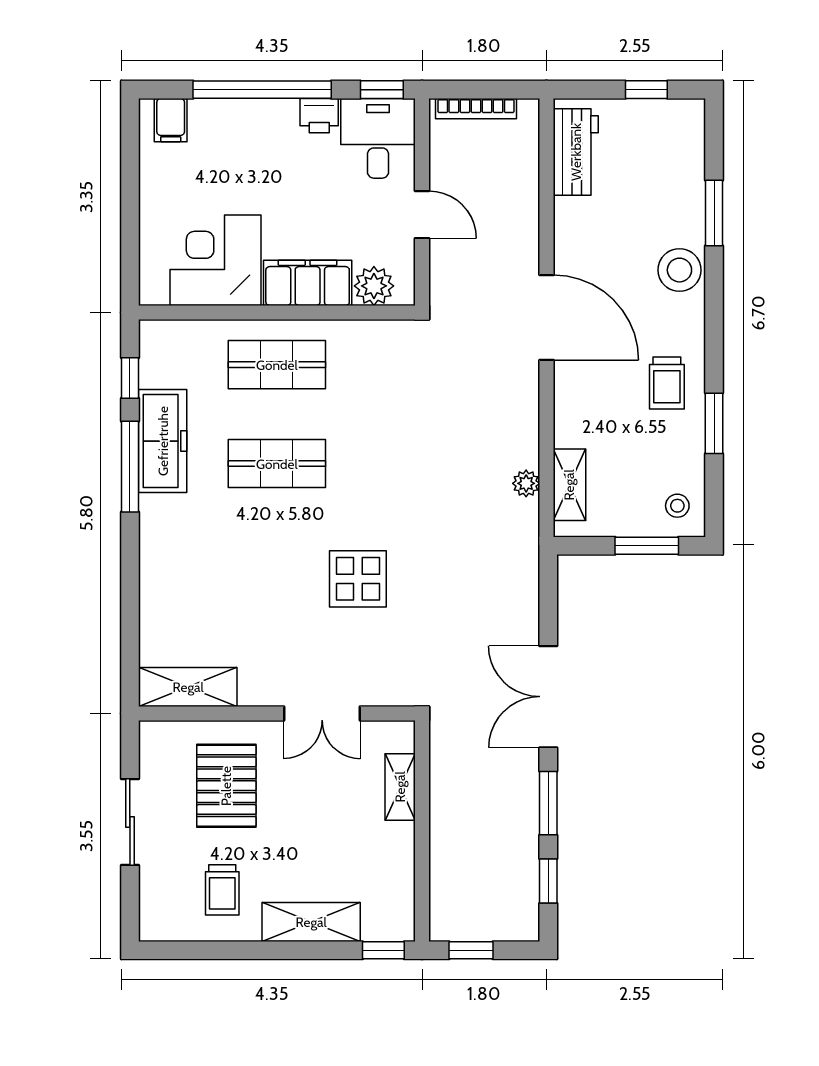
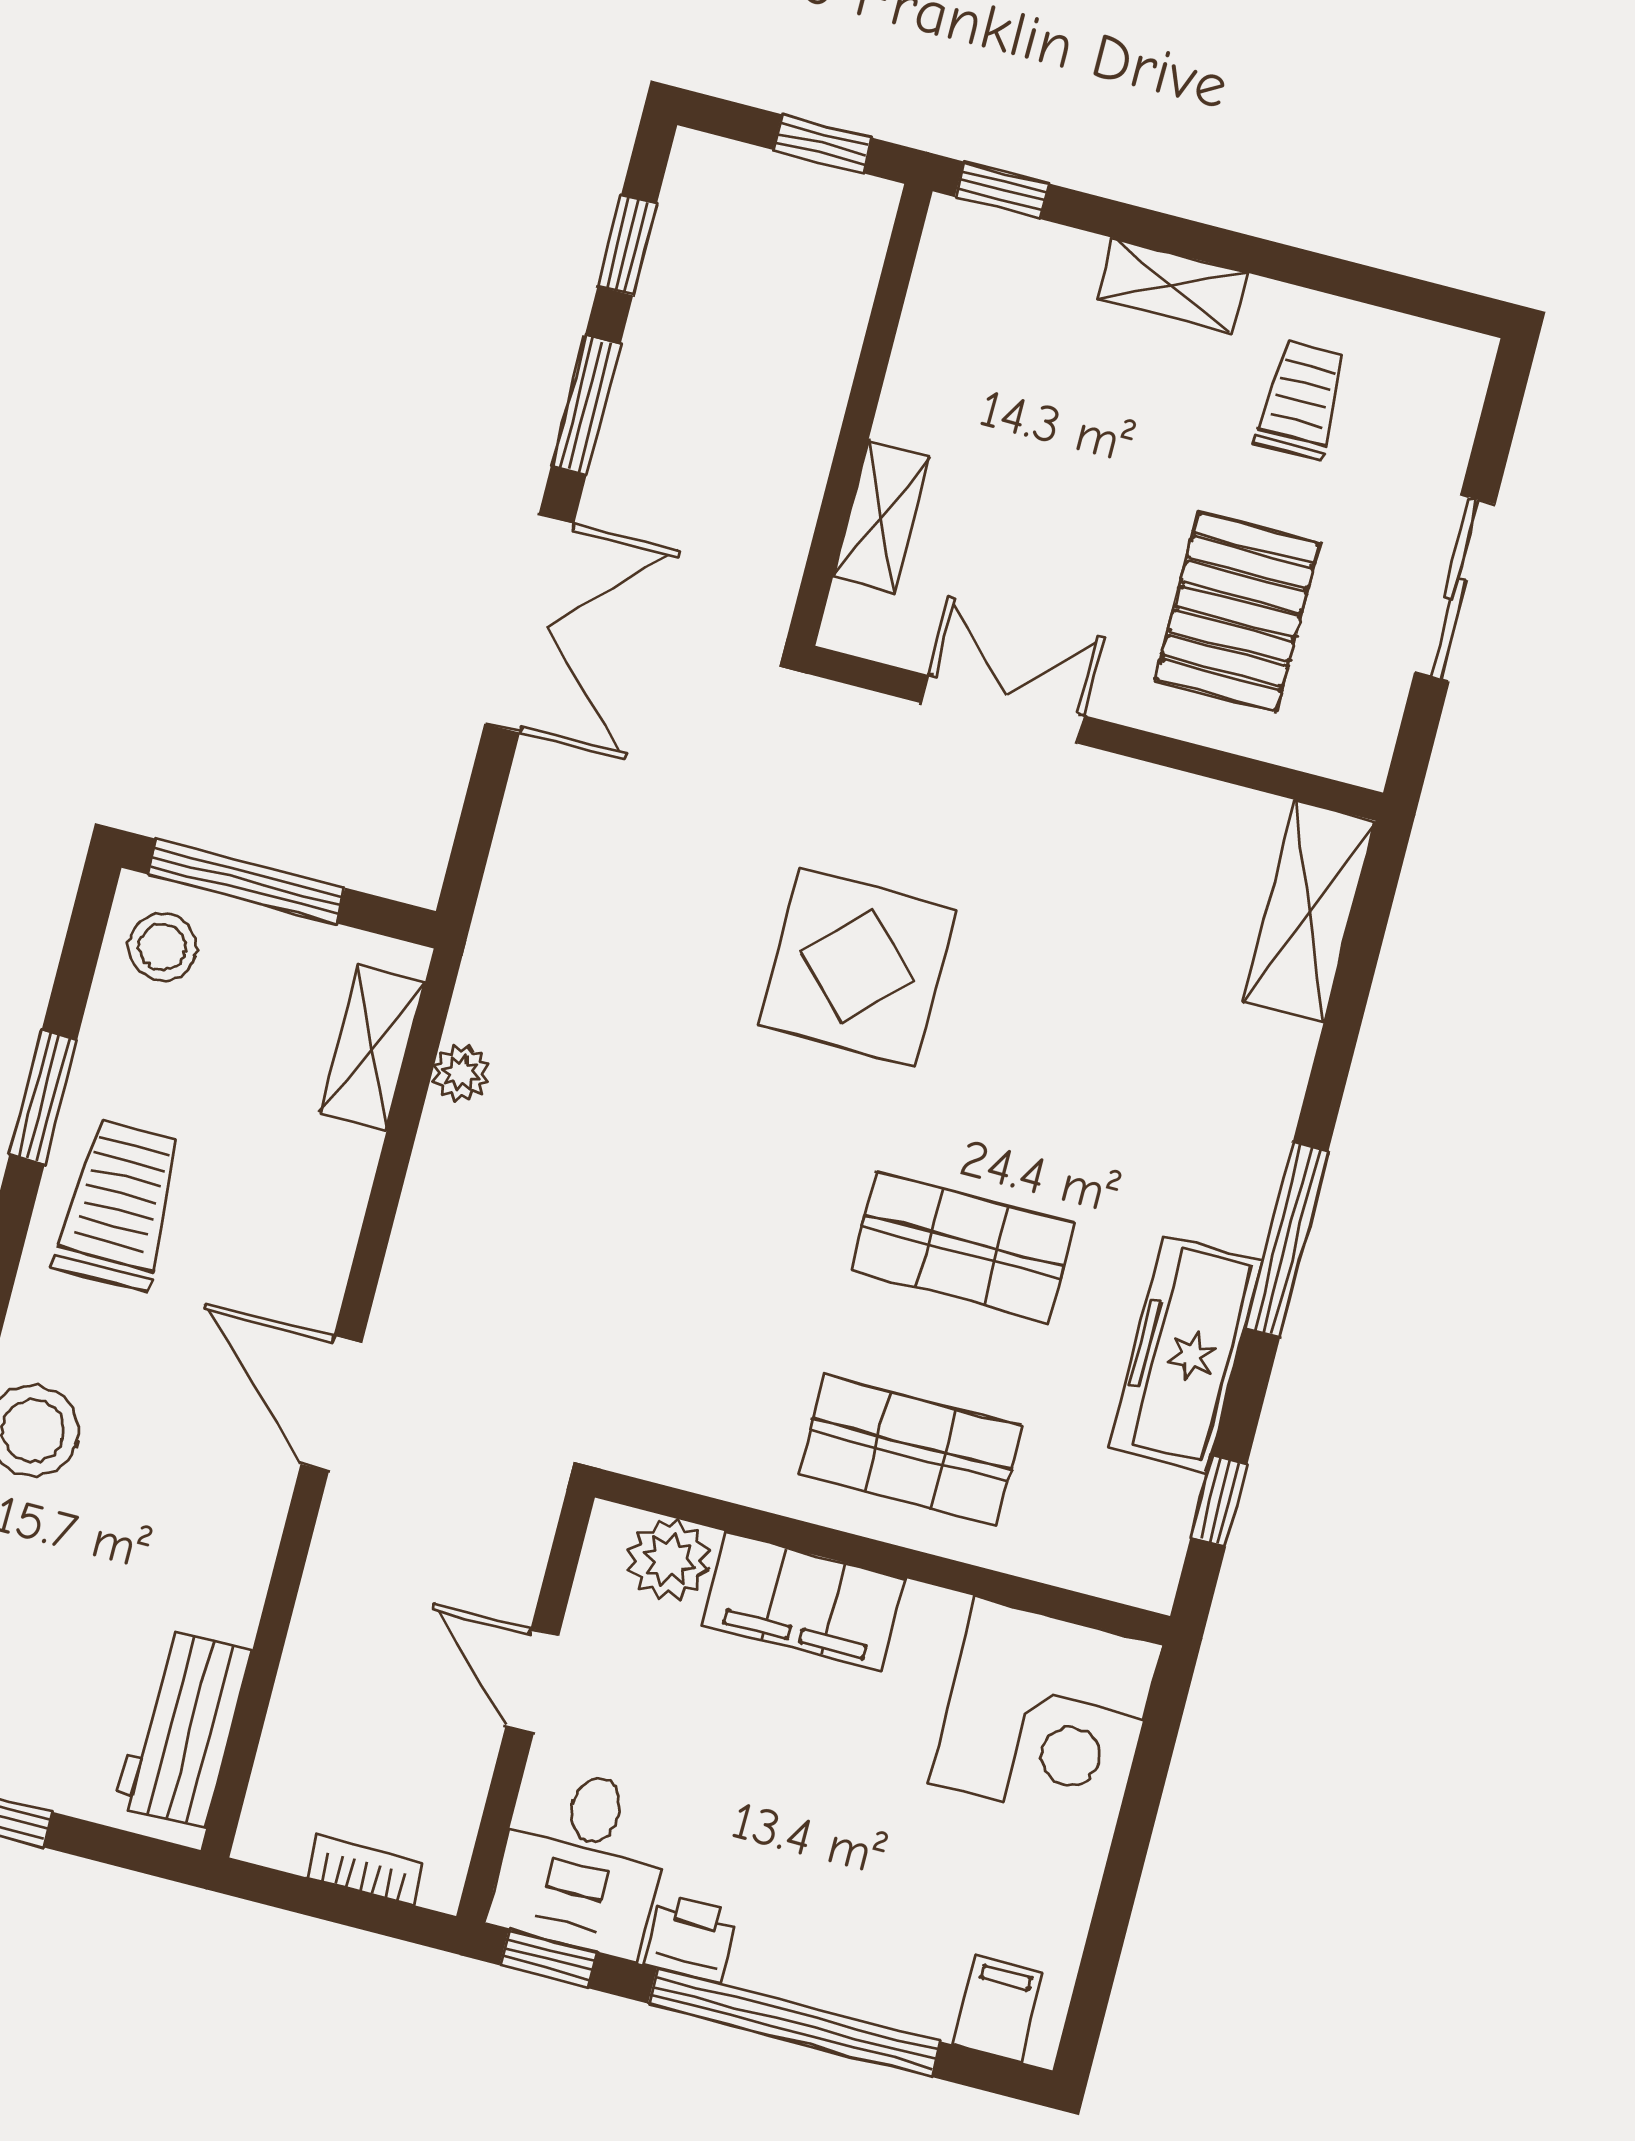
bookcase: (476, 109) -> (365, 1870), width x0.64
corner desk: (215, 260) -> (1045, 1714), moved
door: (546, 317) -> (331, 1404), width x0.73
trolley: (667, 383) -> (119, 1205), width x1.36, depth x1.39
window: (130, 467) -> (1286, 1239), moved
stool: (677, 506) -> (162, 947), width x1.37, depth x1.37
window: (647, 546) -> (247, 881), width x1.44
display table: (358, 579) -> (857, 967), width x1.36, depth x1.36
shelving: (188, 687) -> (1309, 911), moved, turned 90
shelving: (311, 922) -> (1172, 285), width x0.67, depth x0.75

